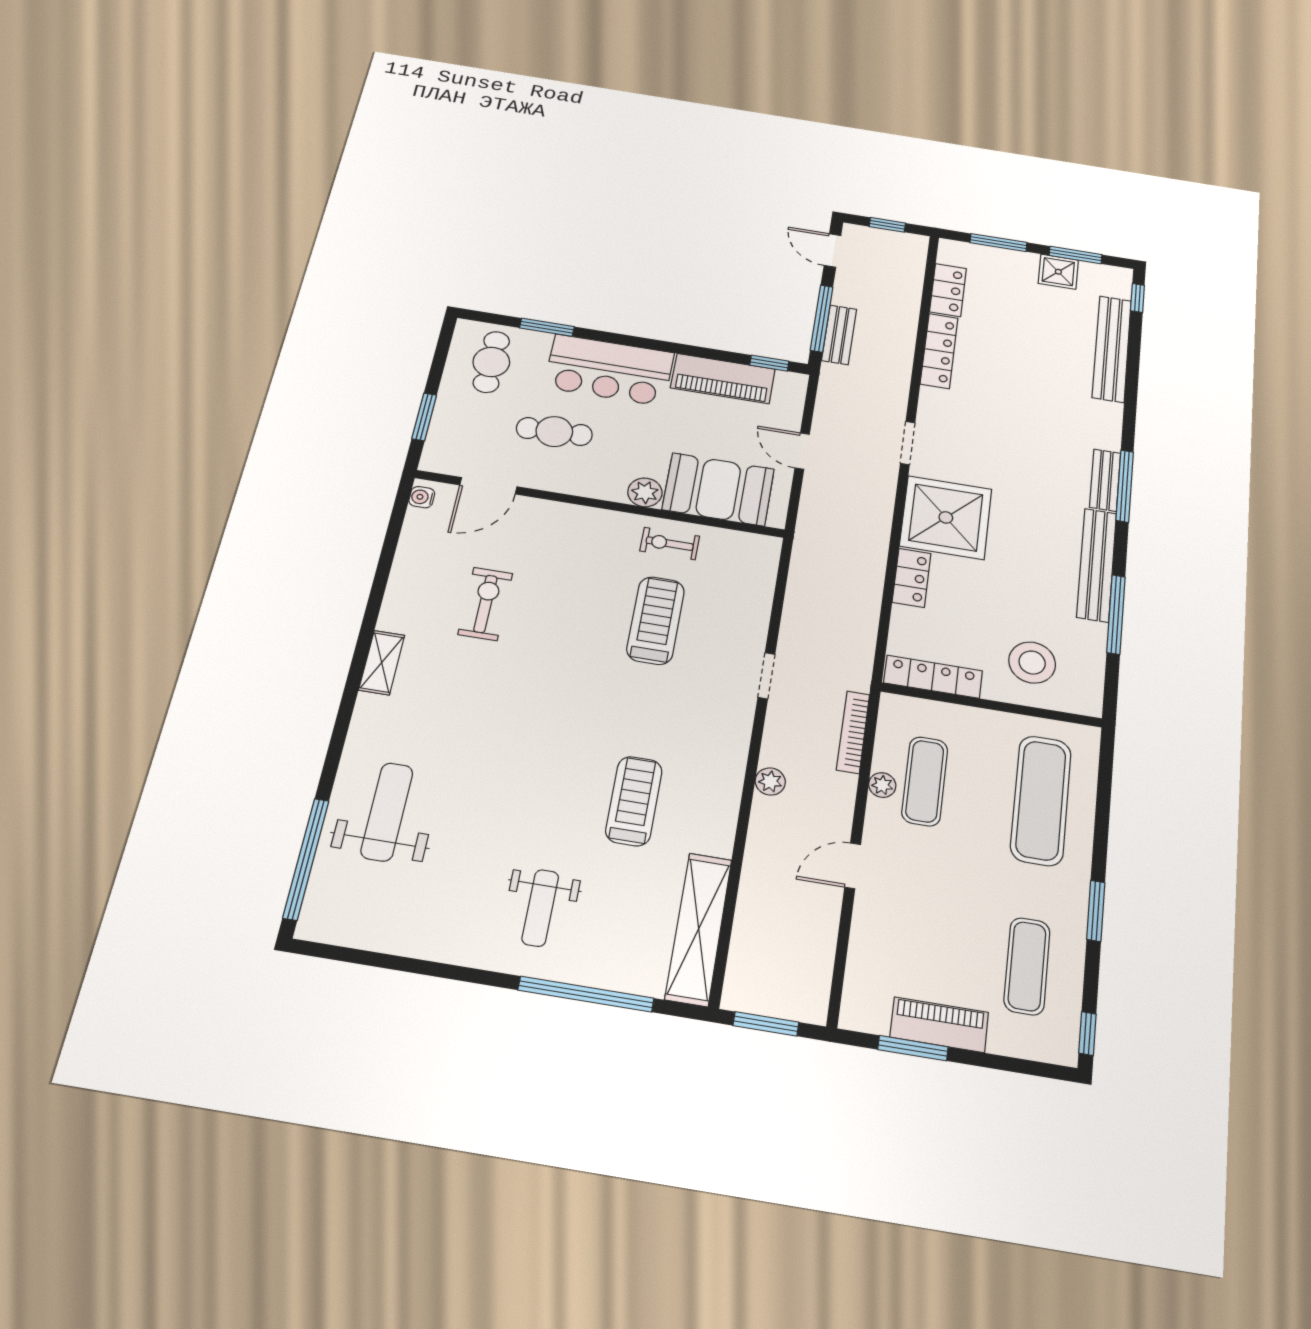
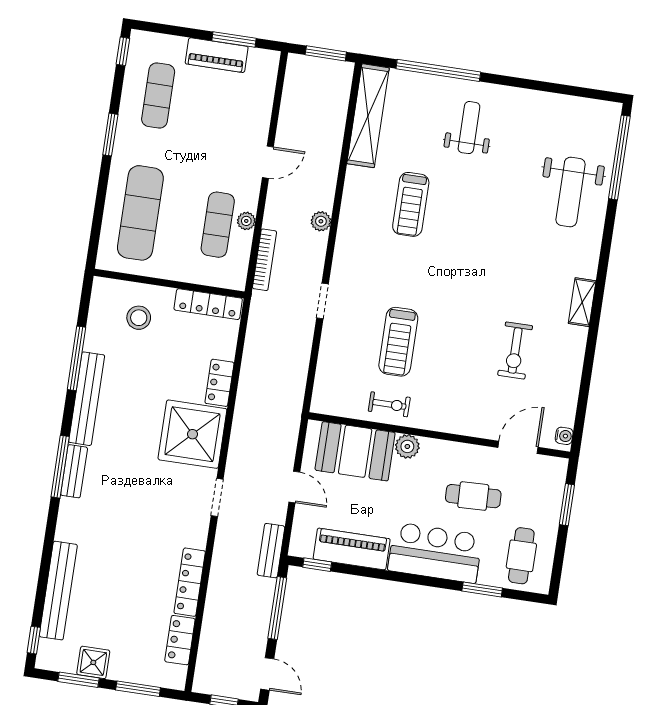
bench: (839, 335) -> (271, 551), moved
stool: (1032, 663) -> (139, 318), width x0.73, depth x0.73

